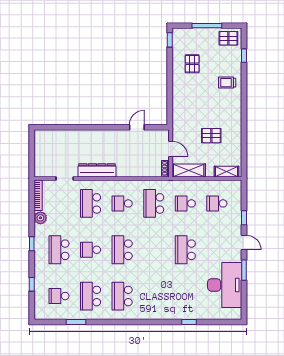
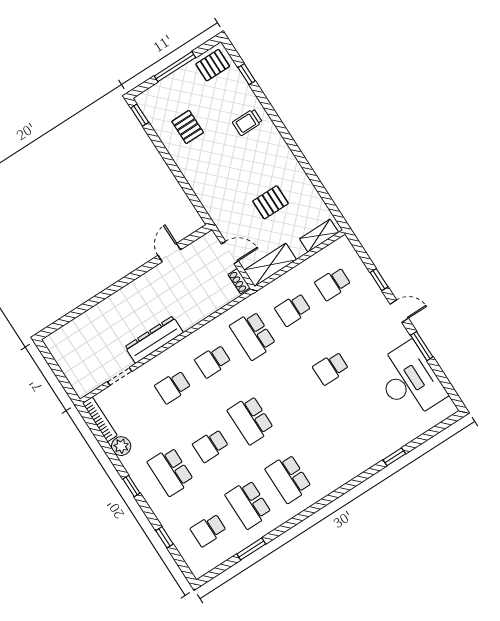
school desk: (91, 203) -> (173, 387), width x0.54
school desk: (185, 250) -> (331, 368), width x0.54

